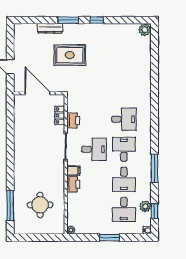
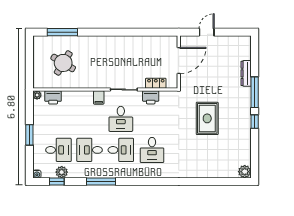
window: (68, 20) -> (255, 92), width x1.44
rug: (70, 55) -> (207, 118), moved
printer: (73, 184) -> (53, 97), moved
round table: (40, 205) -> (63, 63), turned 31
desk: (124, 210) -> (58, 150), turned 180

